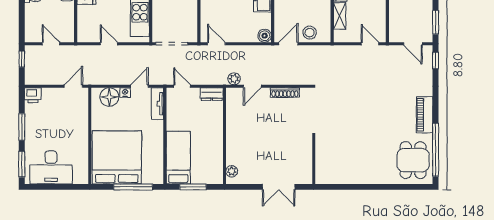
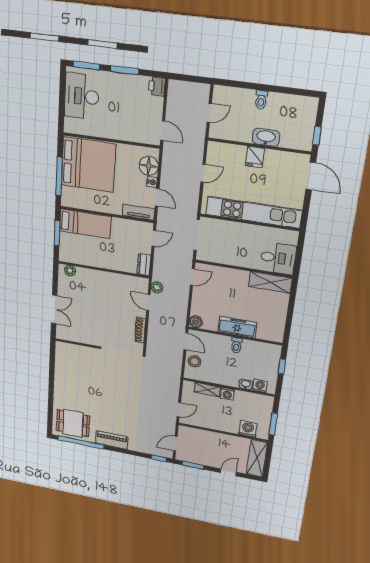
window: (22, 59) -> (196, 79), removed
double door: (279, 187) -> (54, 309), swing flipped

